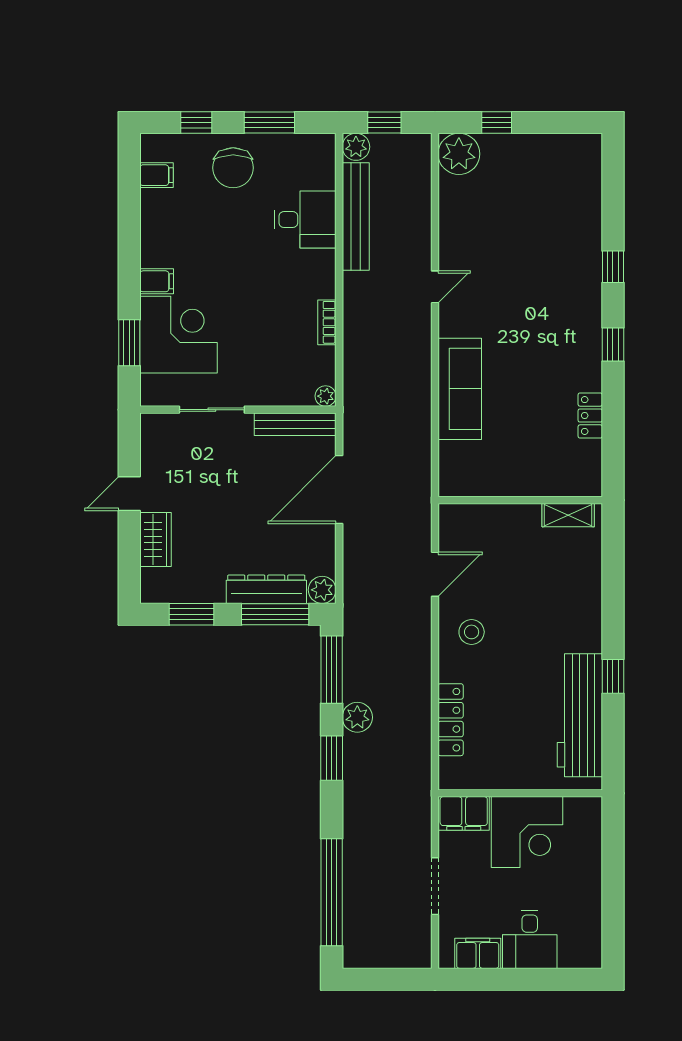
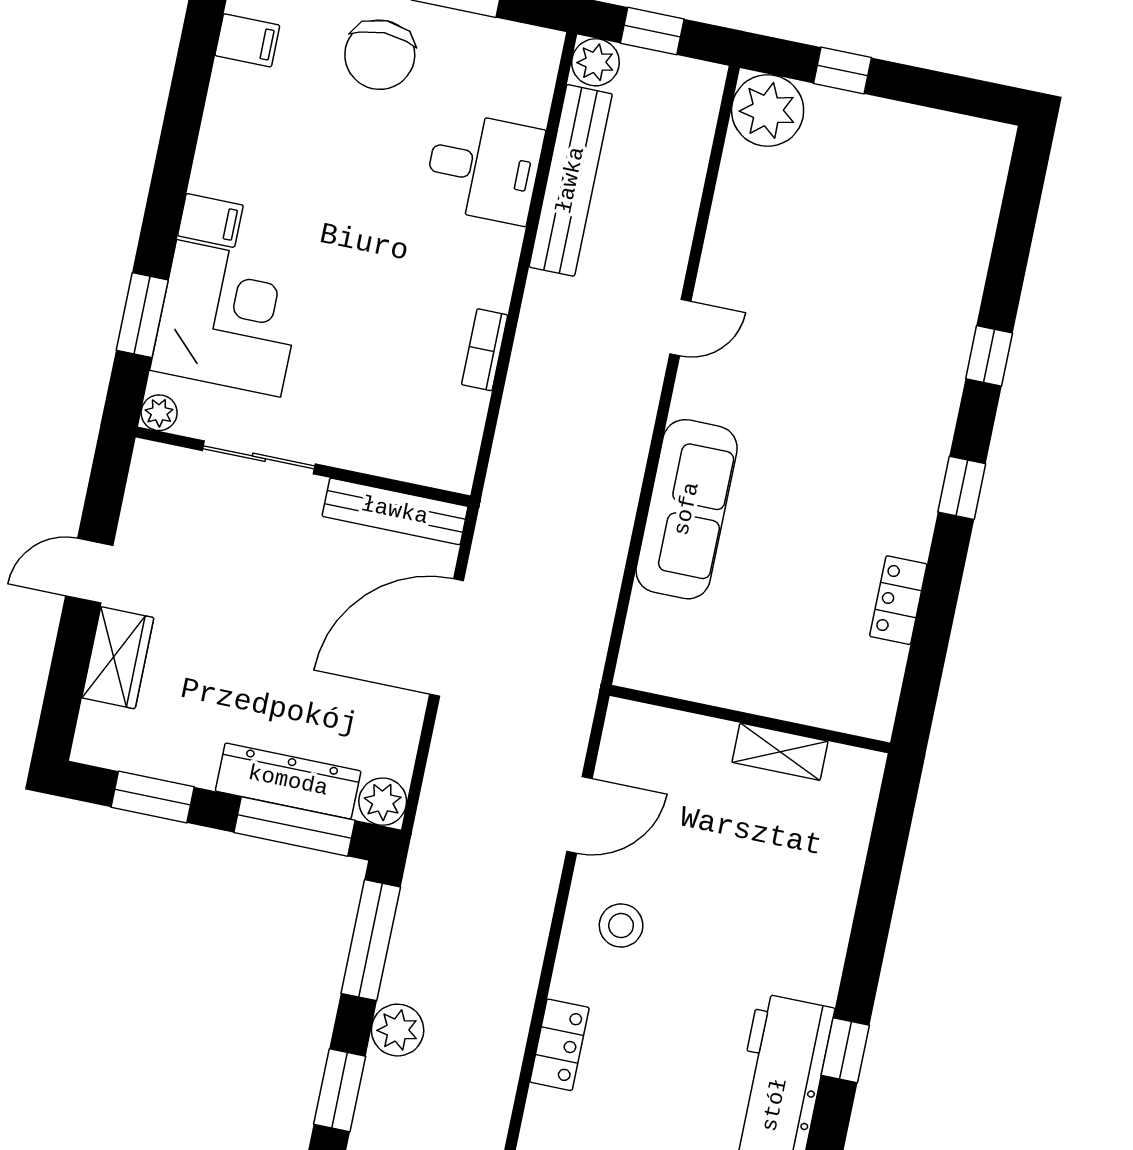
plant: (326, 396) -> (159, 413), moved
shelving: (568, 515) -> (780, 752), moved
locker: (451, 720) -> (559, 1045), width x0.66

